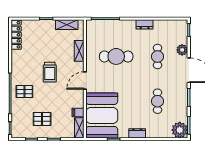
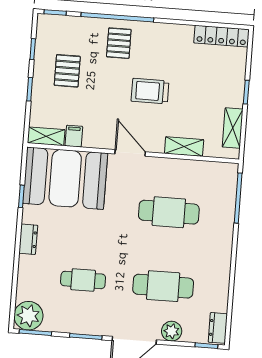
dresser: (145, 24) -> (218, 328), moved
cafe table: (116, 56) -> (169, 212), turned 90
cafe table: (157, 56) -> (163, 286), width x1.37, depth x1.35

